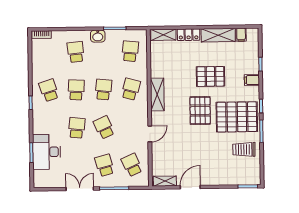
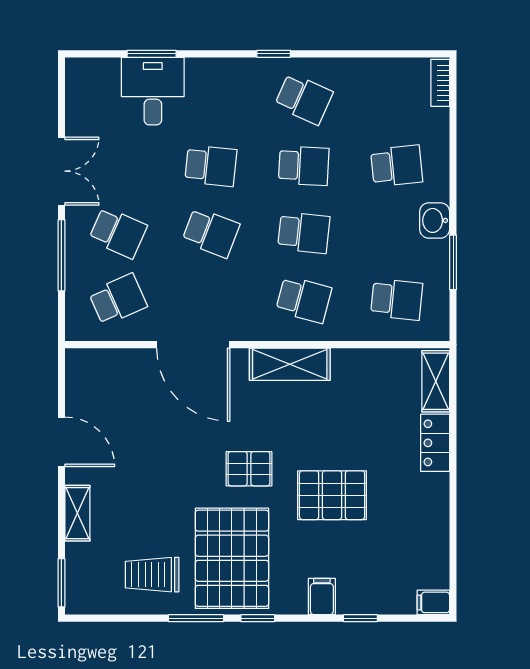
shelving: (218, 35) -> (433, 515), removed
filing cabinet: (241, 35) -> (433, 602), moved
pallet: (210, 76) -> (332, 495), turned 90
school desk: (49, 90) -> (304, 99), turned 42
pallet: (200, 110) -> (249, 469), width x0.67, depth x0.71
school desk: (104, 127) -> (211, 233), turned 45
door: (150, 134) -> (193, 345), width x1.87
trolley: (244, 149) -> (152, 575), turned -90
desk: (47, 152) -> (153, 91), width x0.73
school desk: (105, 165) -> (118, 233), turned 39
shelving: (165, 181) -> (77, 513), moved

